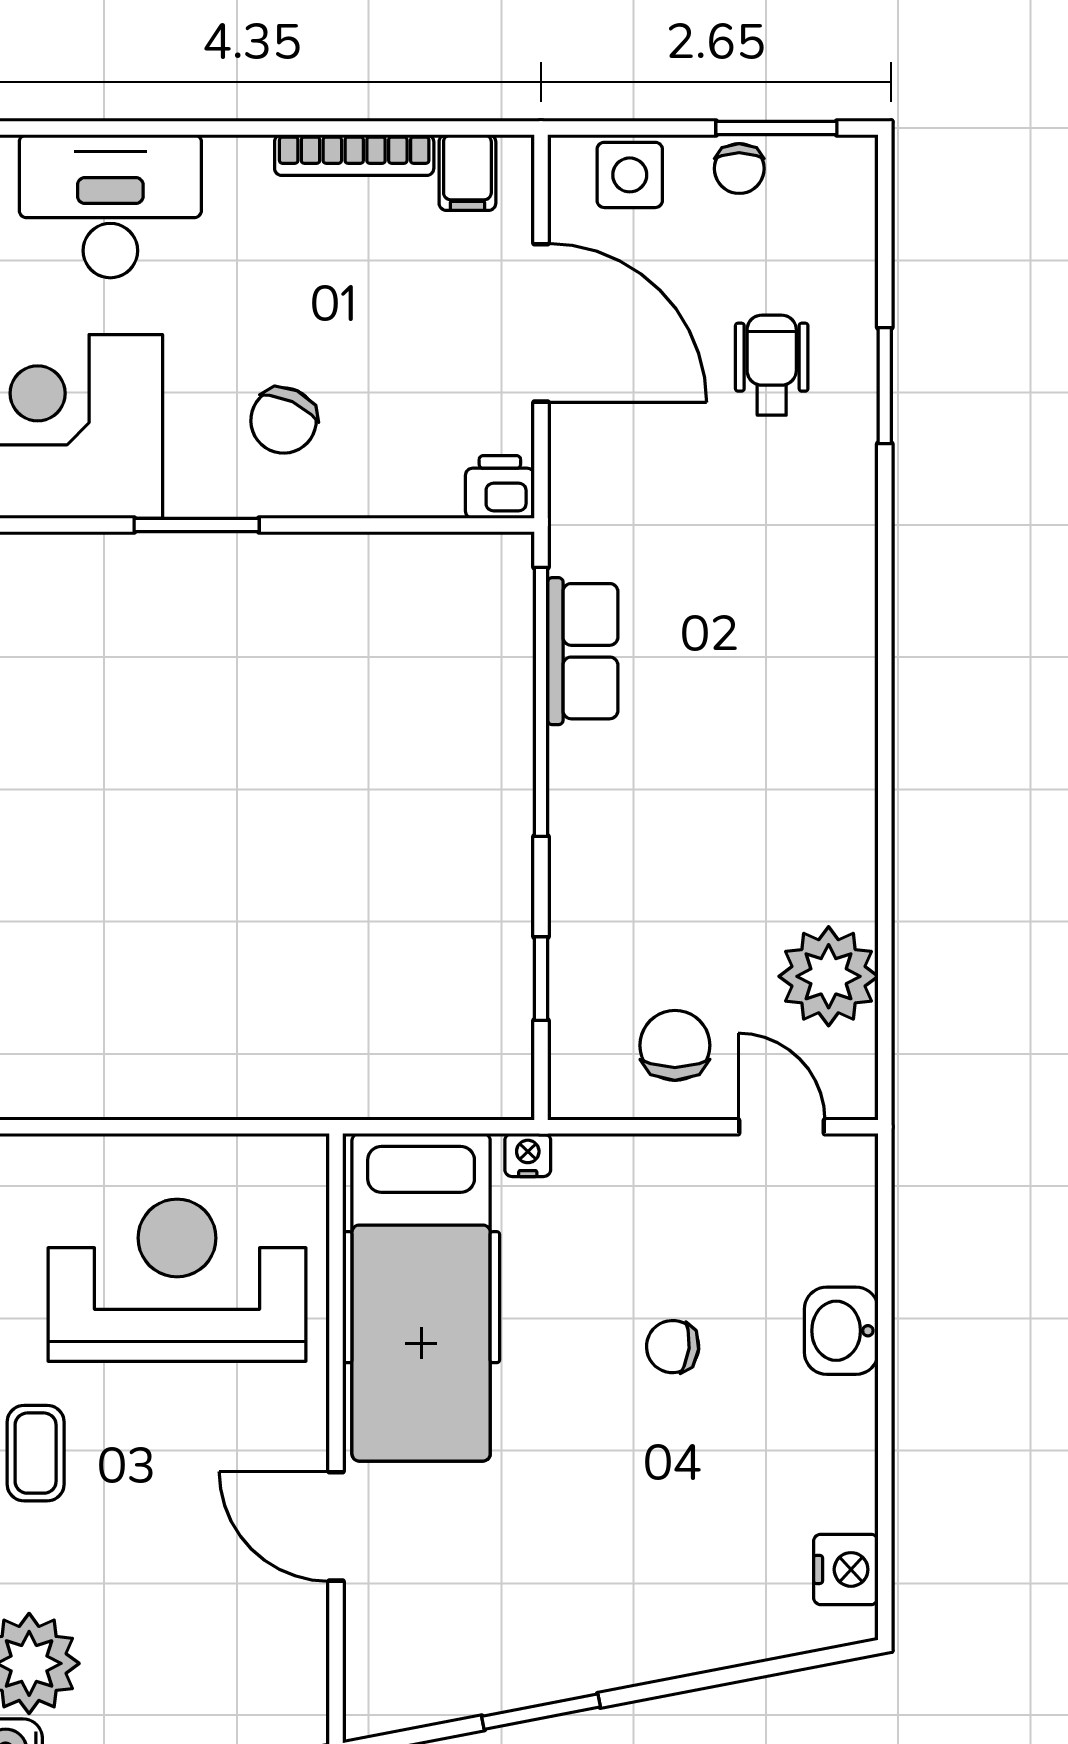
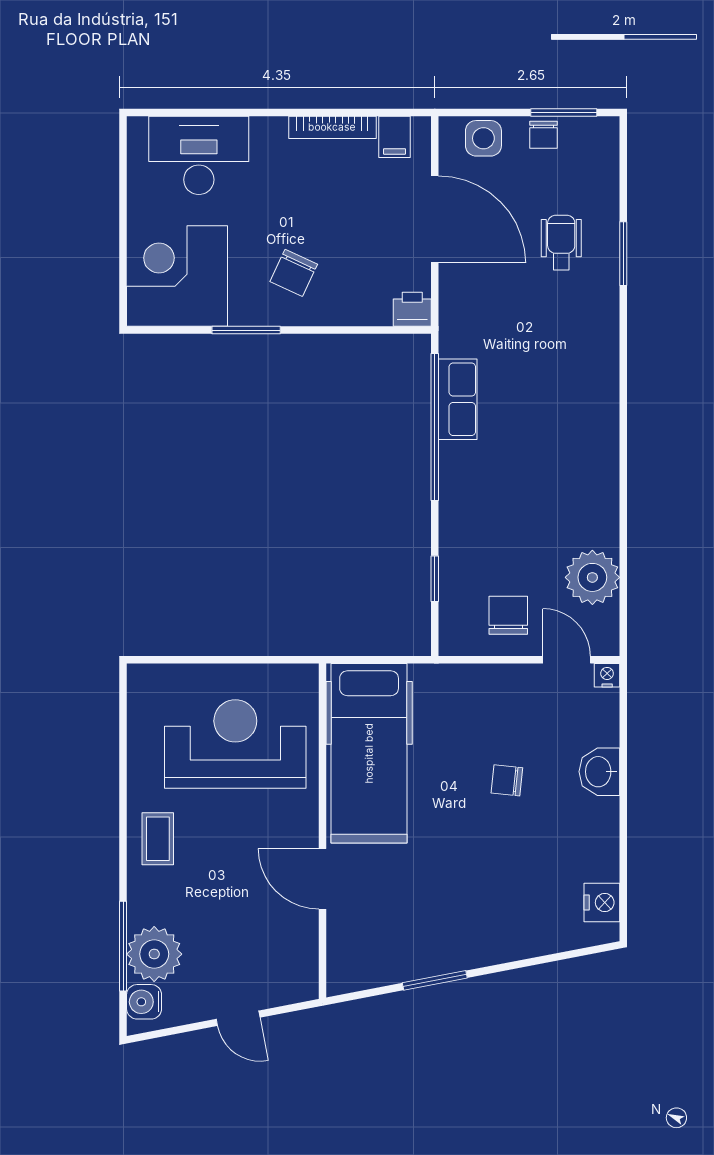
nightstand: (528, 1155) -> (607, 675), moved

